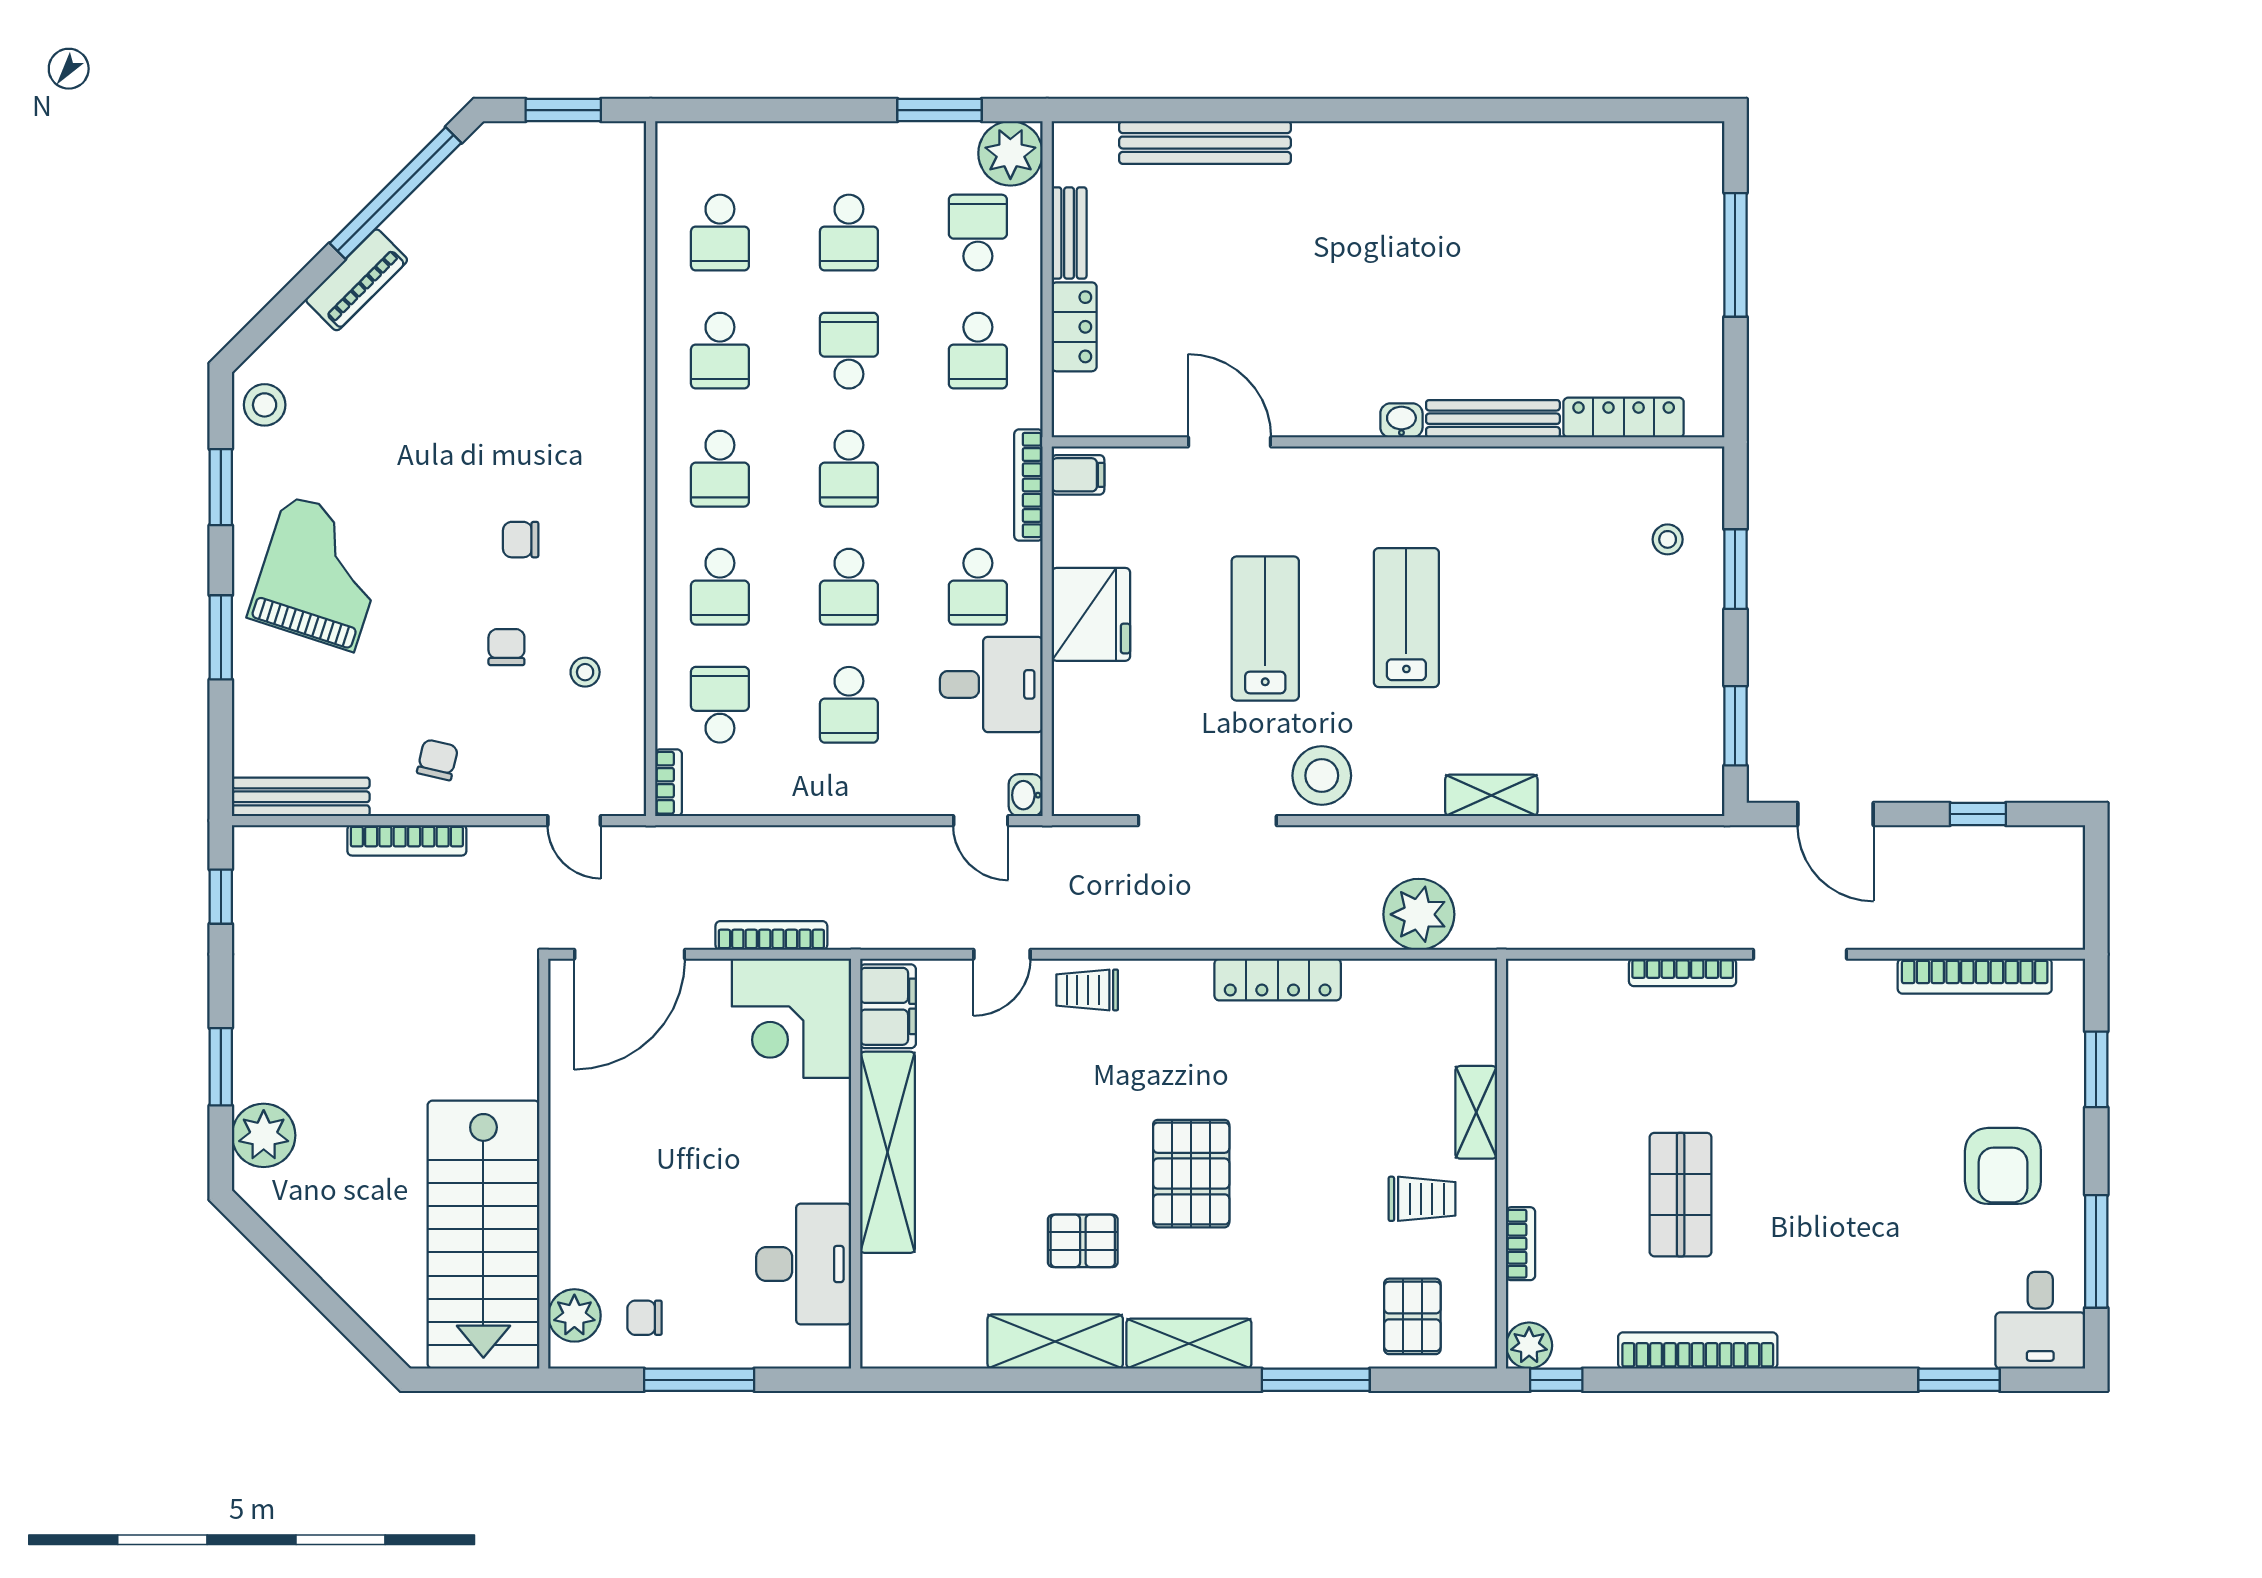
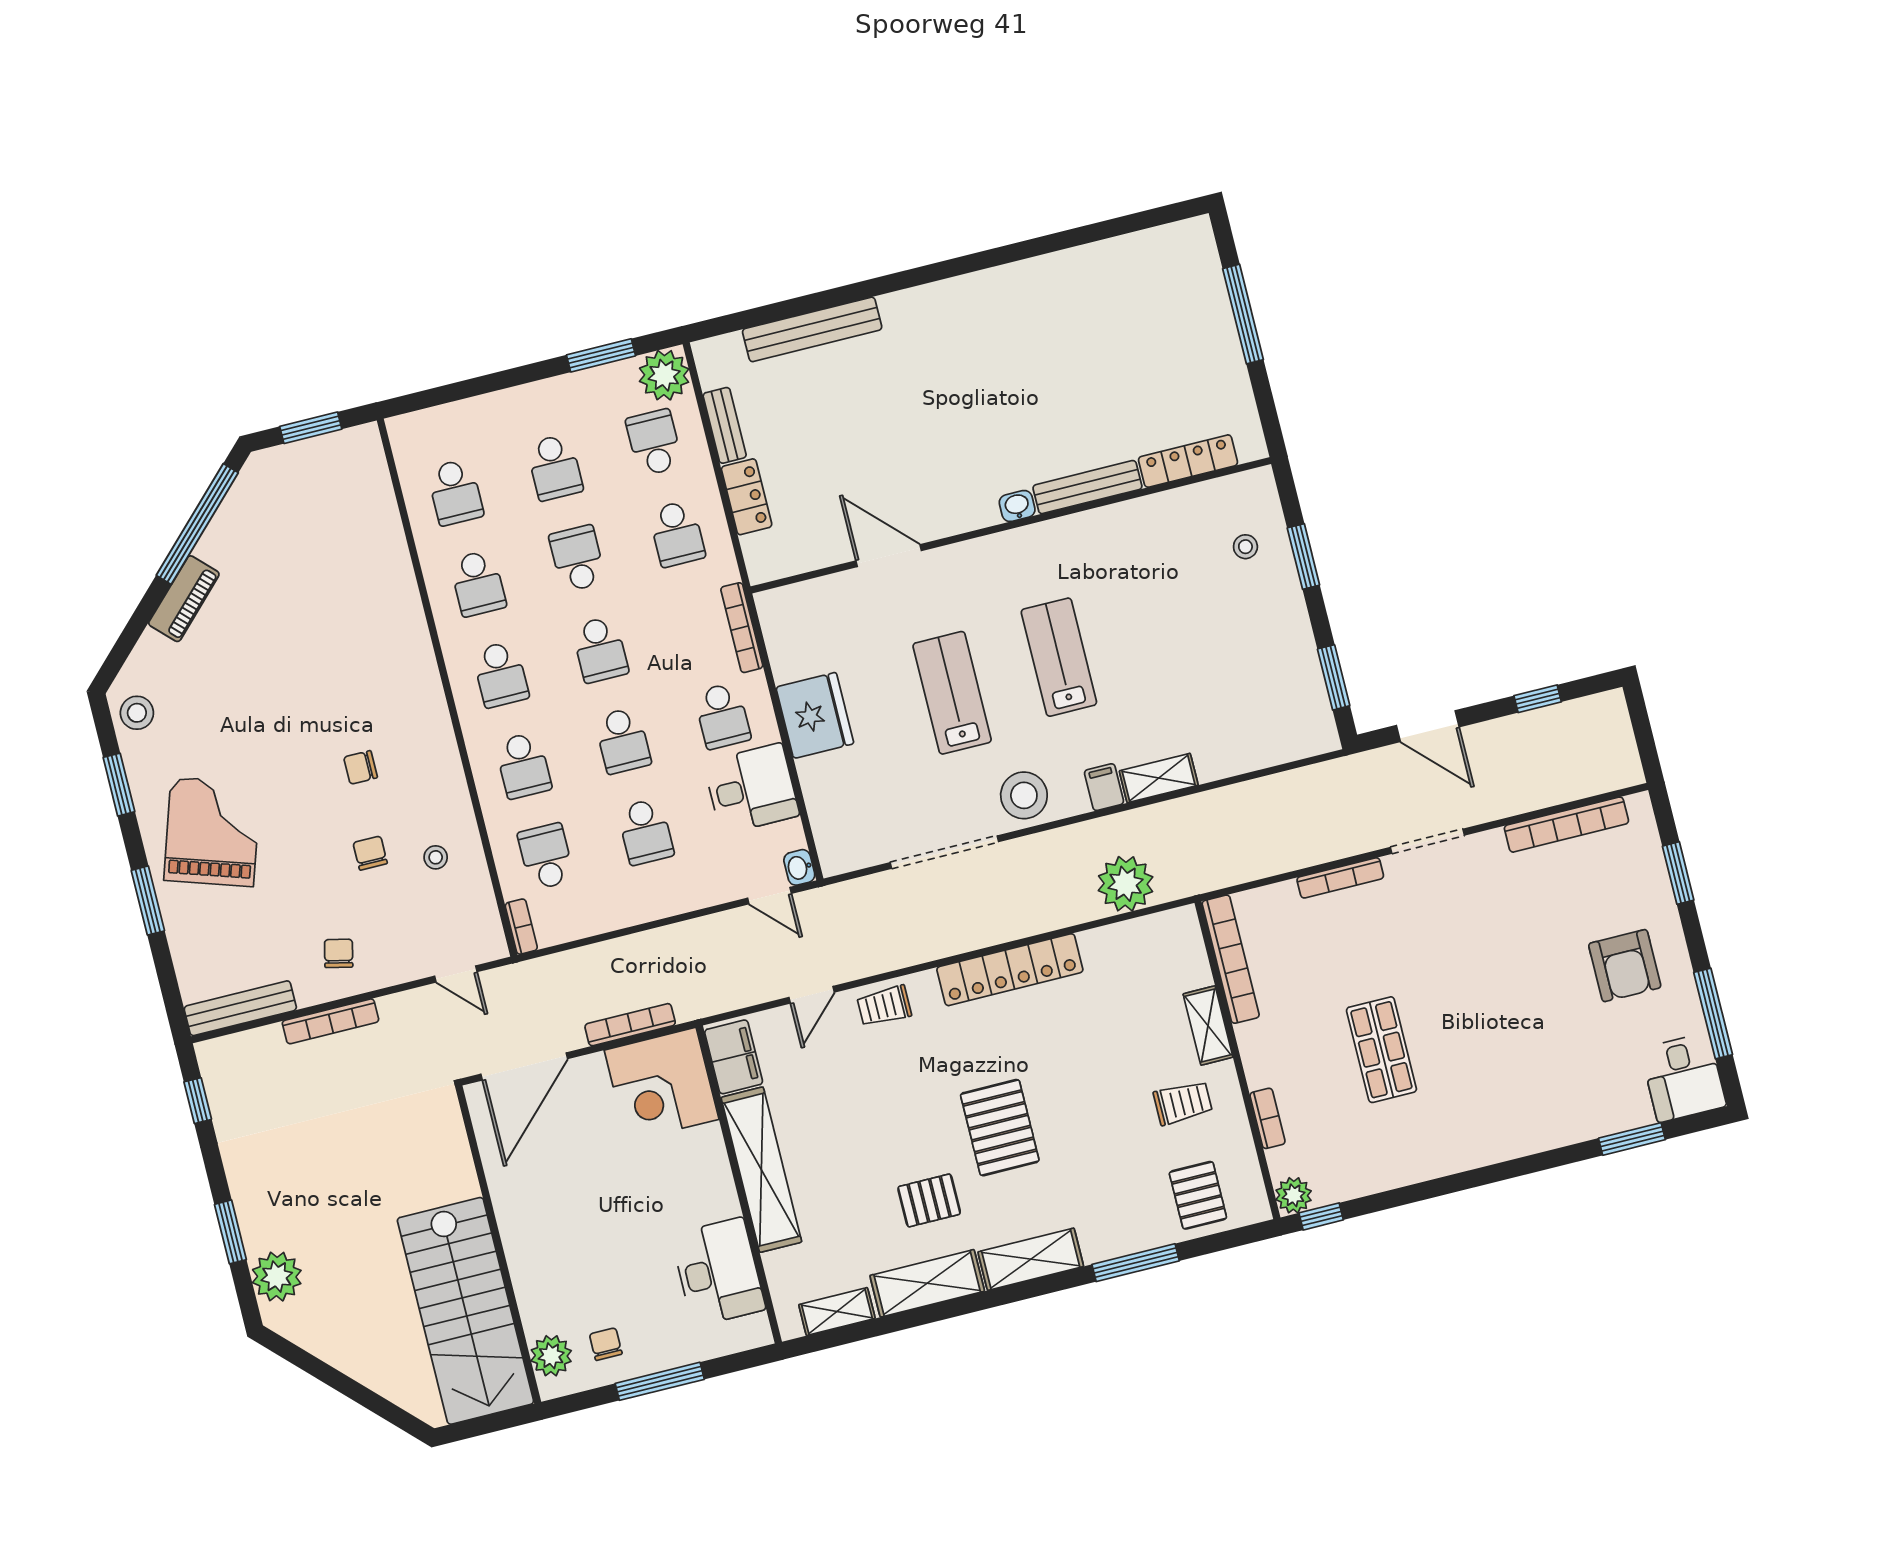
filing cabinet: (1078, 475) -> (1104, 787), moved, turned -90
locker: (1278, 980) -> (1010, 970), width x1.41, depth x1.21
chair: (645, 1318) -> (606, 1344), turned 90
shelving: (936, 1348) -> (837, 1312), added
bookcase: (1698, 1350) -> (1231, 959), moved, turned 90

